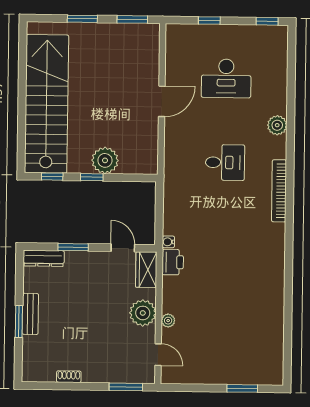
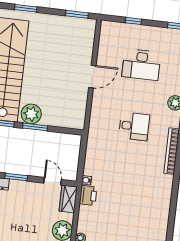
window: (82, 19) -> (26, 8), moved
plant: (105, 160) -> (31, 114), moved
window: (92, 177) -> (35, 127), width x1.50

